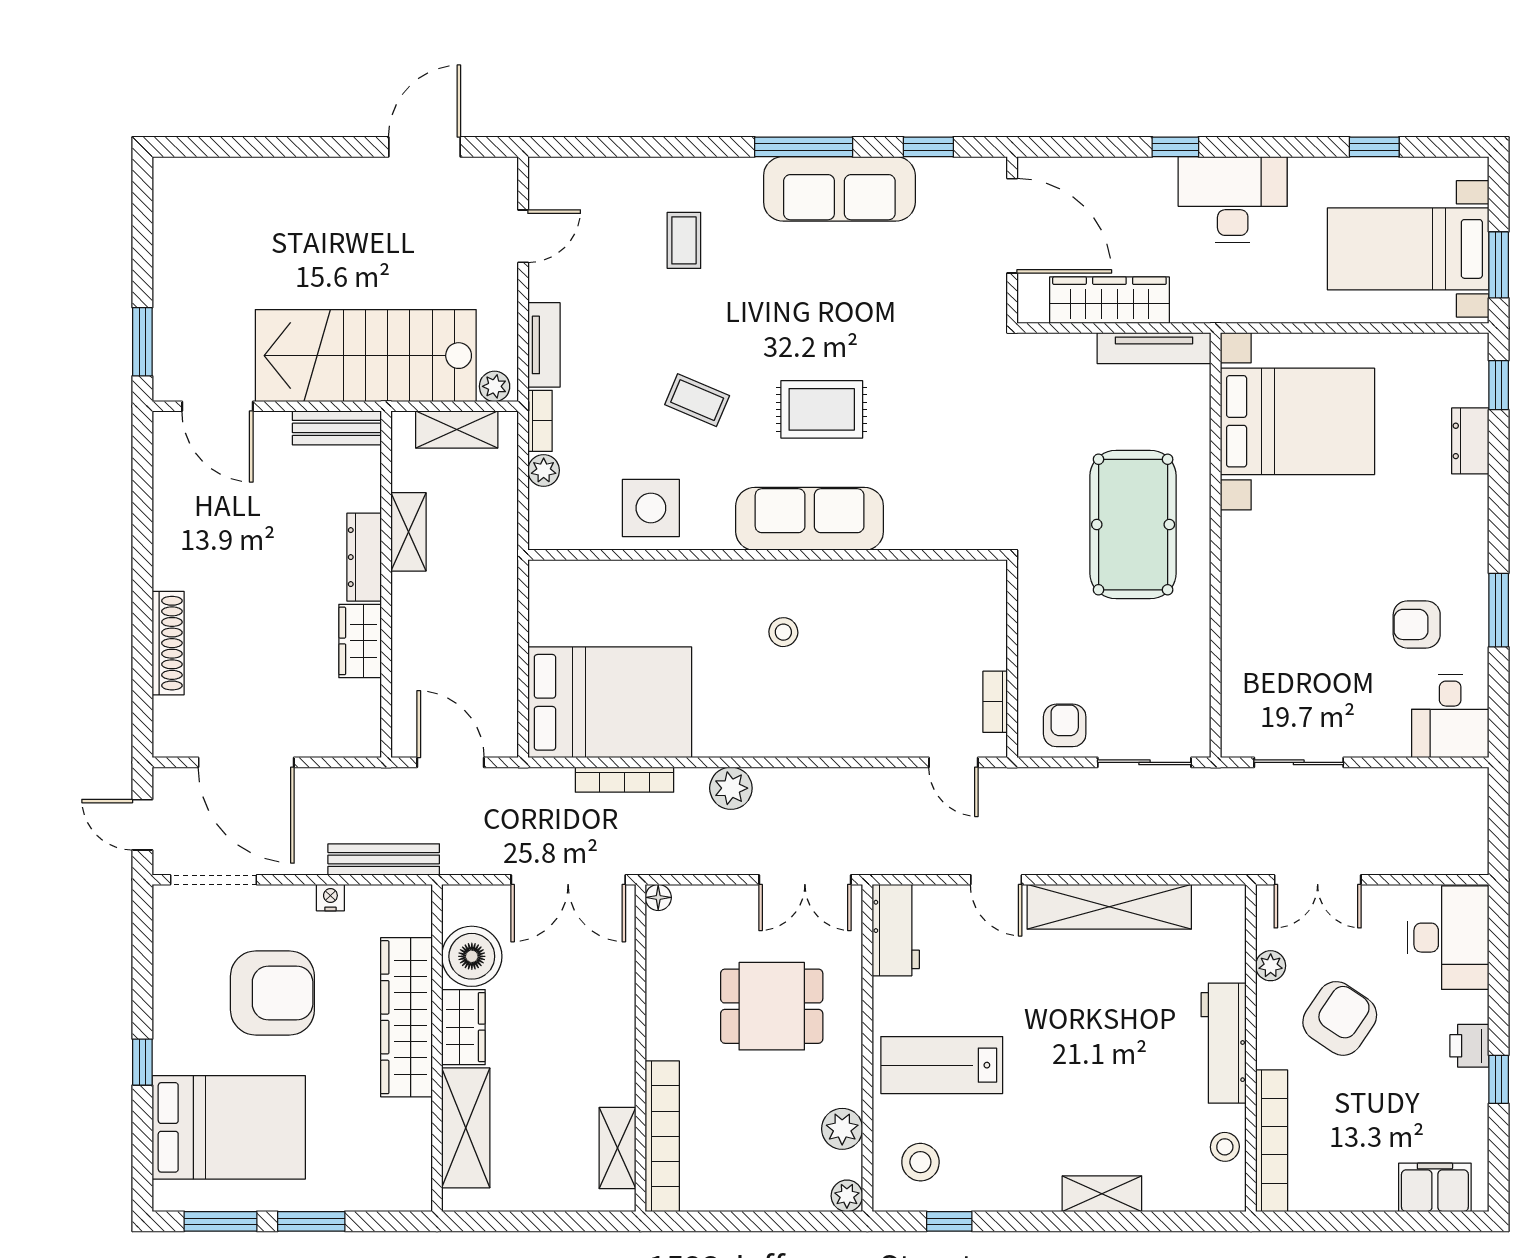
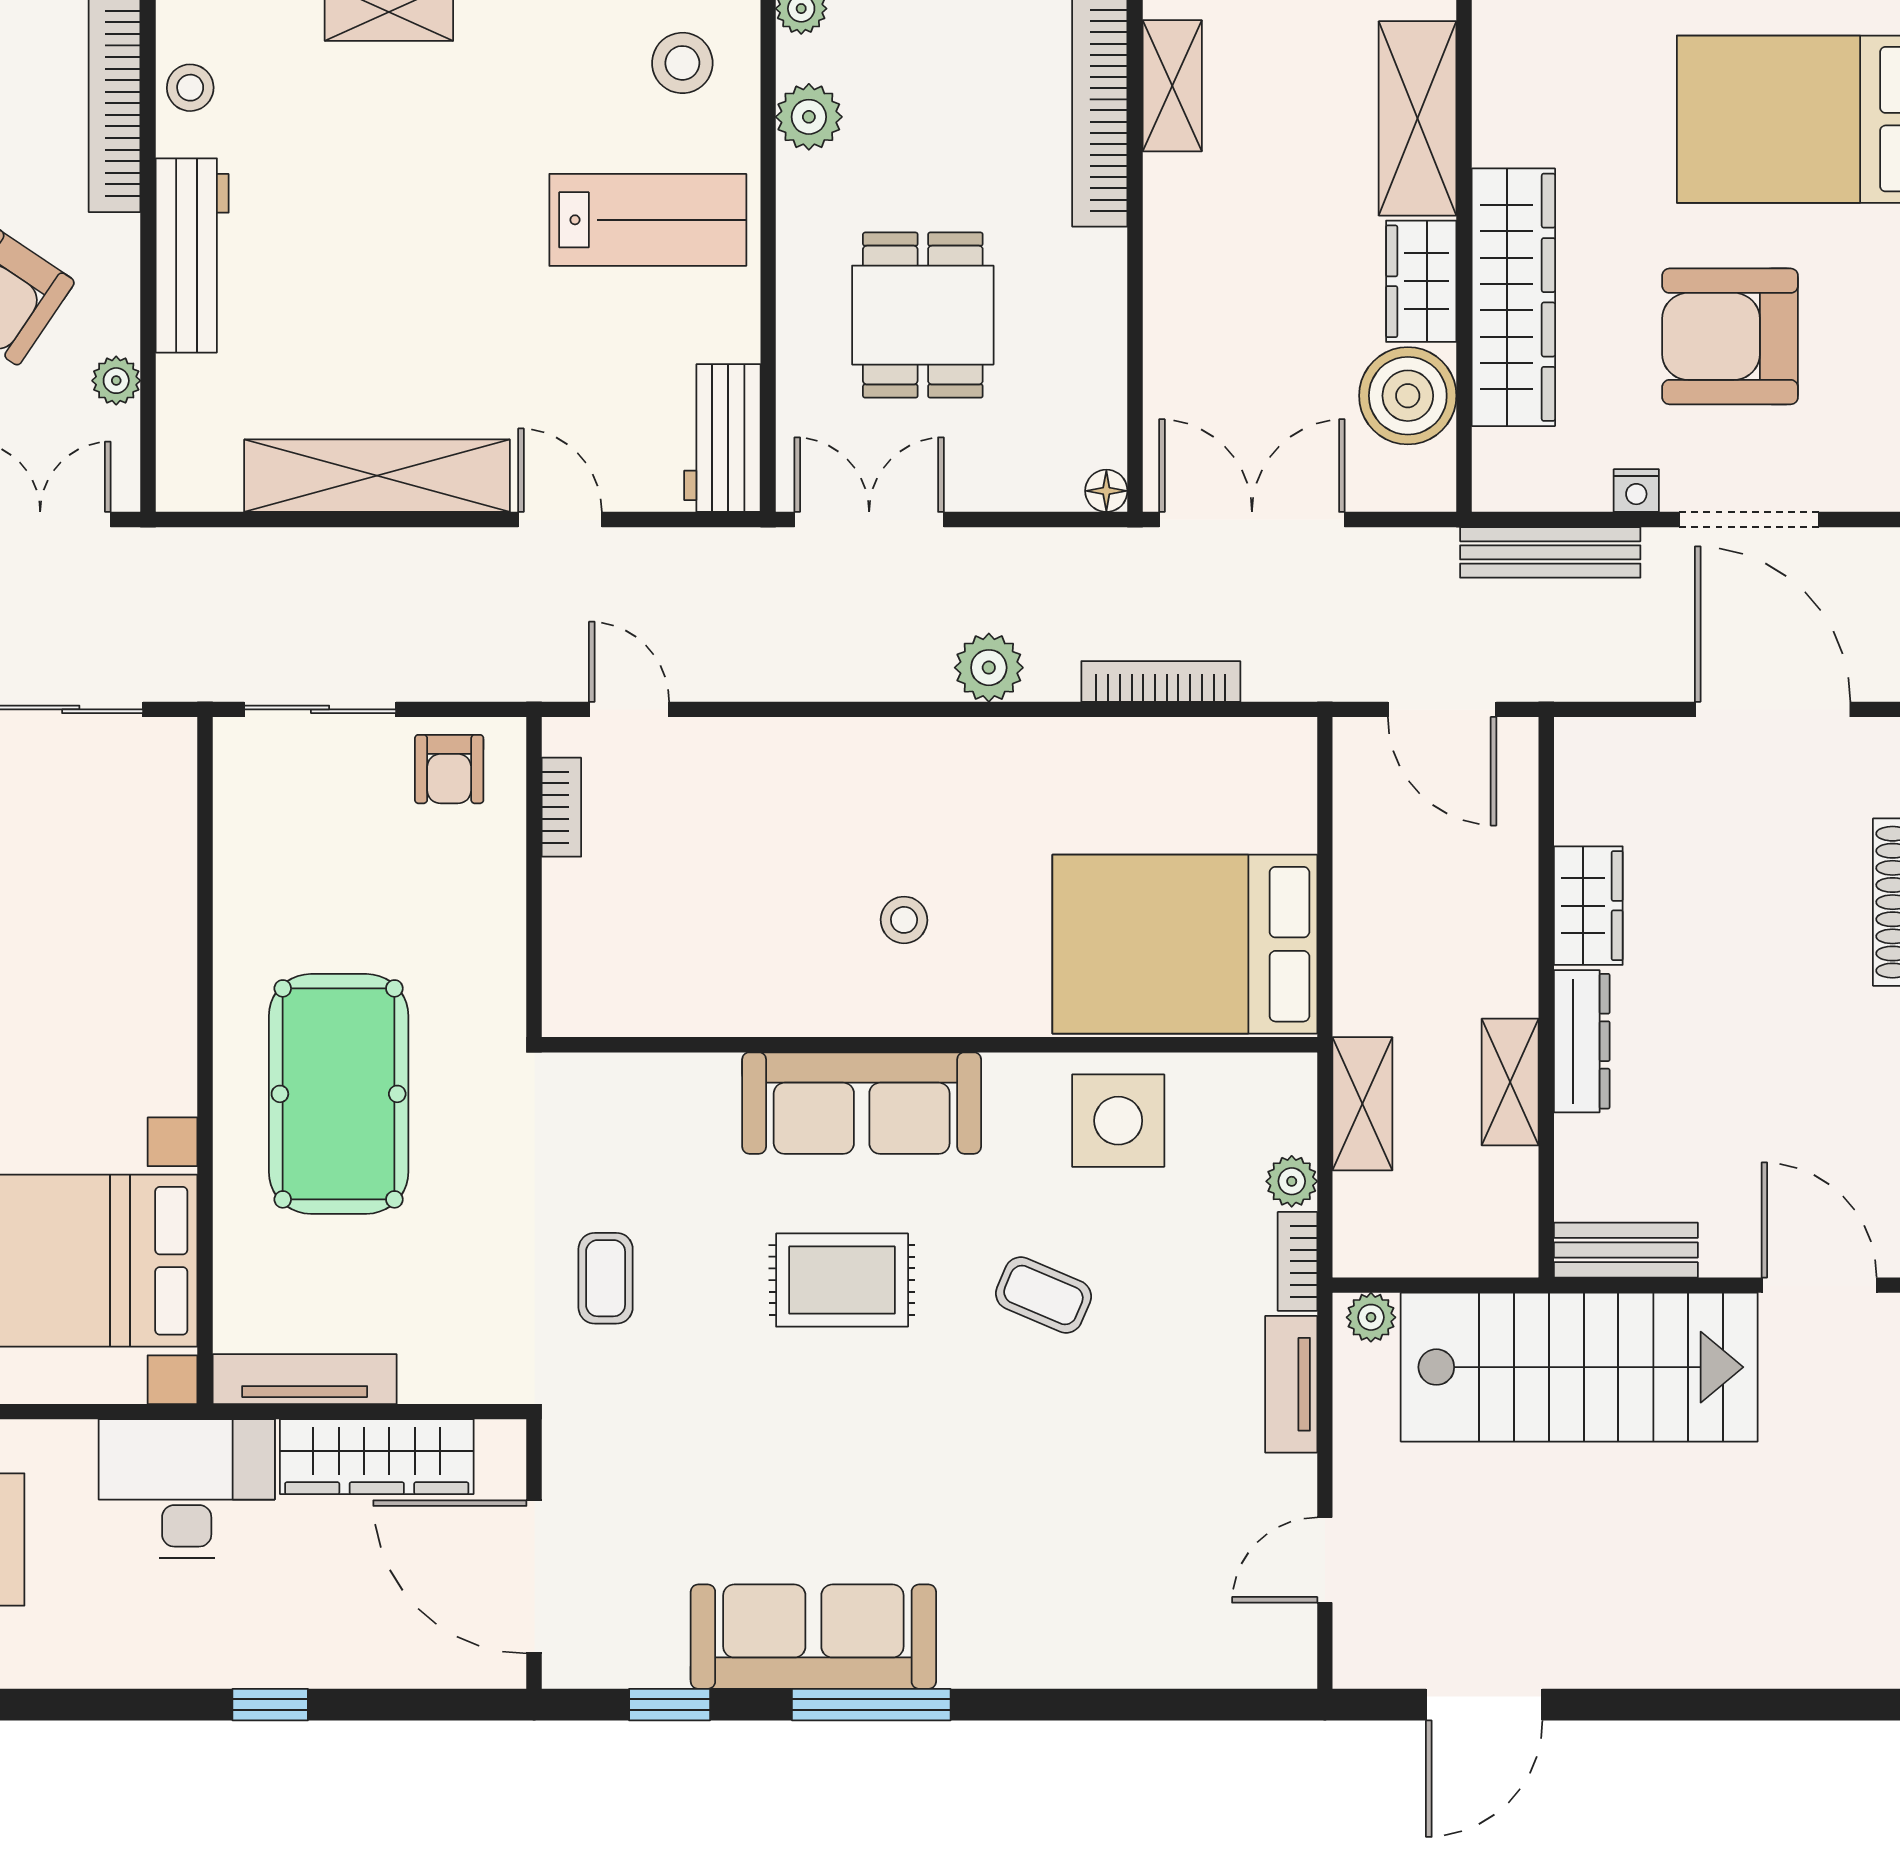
desk: (1233, 199) -> (187, 1488), moved, turned 180
coffee table: (684, 240) -> (606, 1278), moved
shelving: (457, 429) -> (1362, 1104), moved, turned 90
bed: (610, 702) -> (1185, 944), moved
doorway: (213, 880) -> (1749, 520), moved
dining table: (772, 1006) -> (923, 315), turned 90

